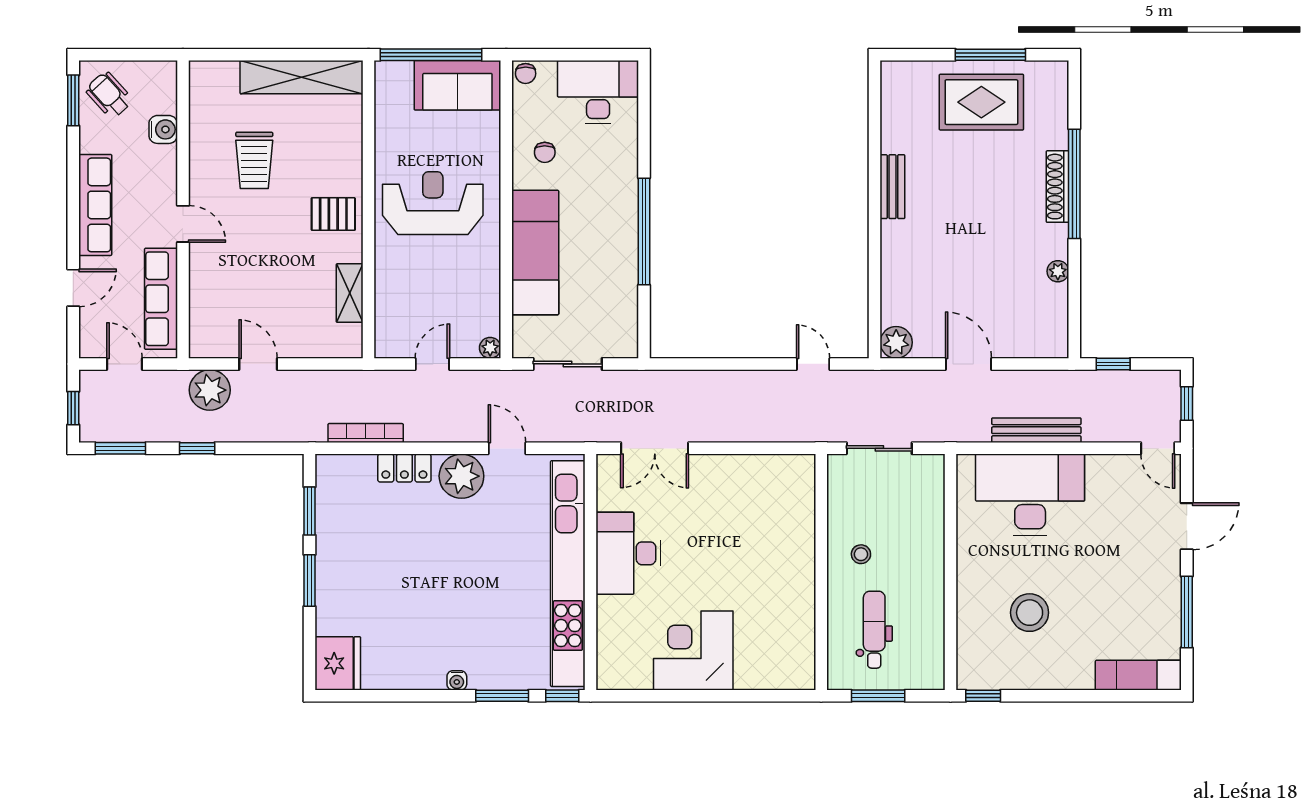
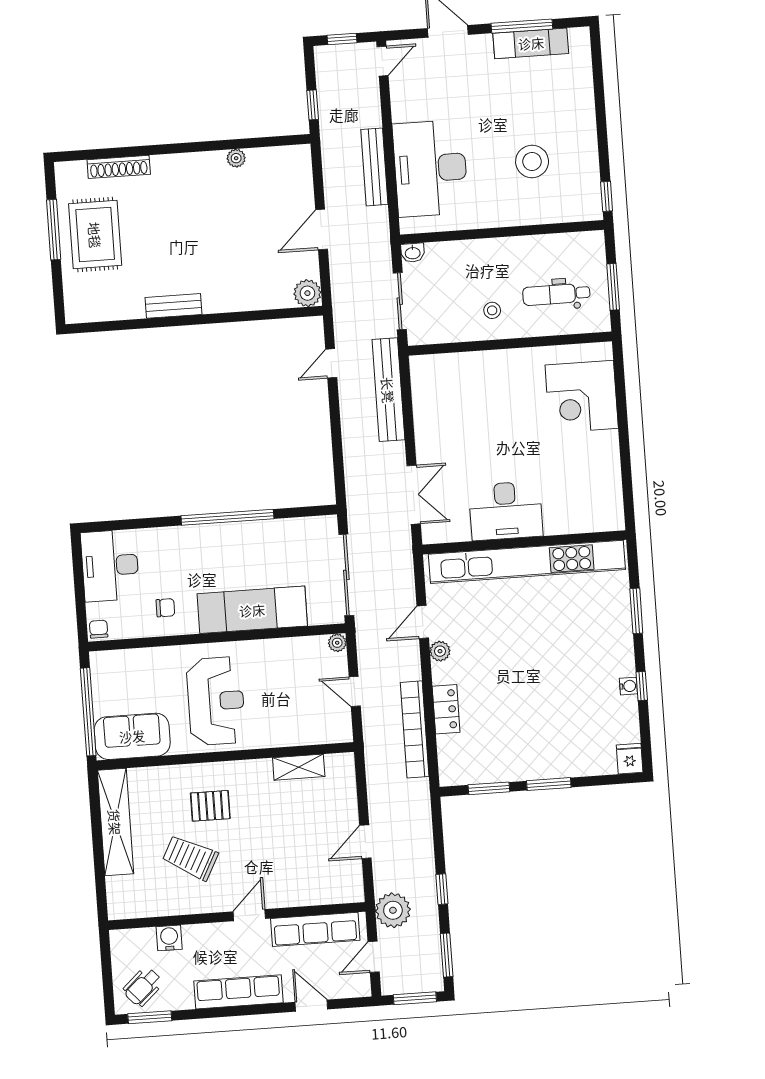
chair: (526, 74) -> (99, 629), turned -90
sofa: (457, 85) -> (132, 736), moved, turned -90
trolley: (254, 160) -> (190, 858), turned -152
window: (1074, 184) -> (160, 149), removed
shoe rack: (1057, 187) -> (119, 167), moved
reception desk: (433, 203) -> (216, 701), turned 180
pallet: (333, 214) -> (210, 806), moved, turned 90
sliding door: (568, 364) -> (346, 575), width x1.37
plant: (210, 390) -> (393, 910), moved
window: (73, 408) -> (415, 998), width x1.50
bench: (778, 428) -> (388, 390), added
bookcase: (366, 433) -> (415, 729), width x1.48, depth x1.31
washbasin: (934, 467) -> (413, 253), added
plant: (461, 476) -> (440, 651), width x0.53, depth x0.53
corner desk: (693, 650) -> (582, 397), moved
fridge: (338, 663) -> (630, 759), width x0.53, depth x0.75
exam couch: (1138, 675) -> (531, 43), moved, turned -90
water cooler: (457, 680) -> (628, 686), moved
window: (562, 696) -> (642, 686), moved

